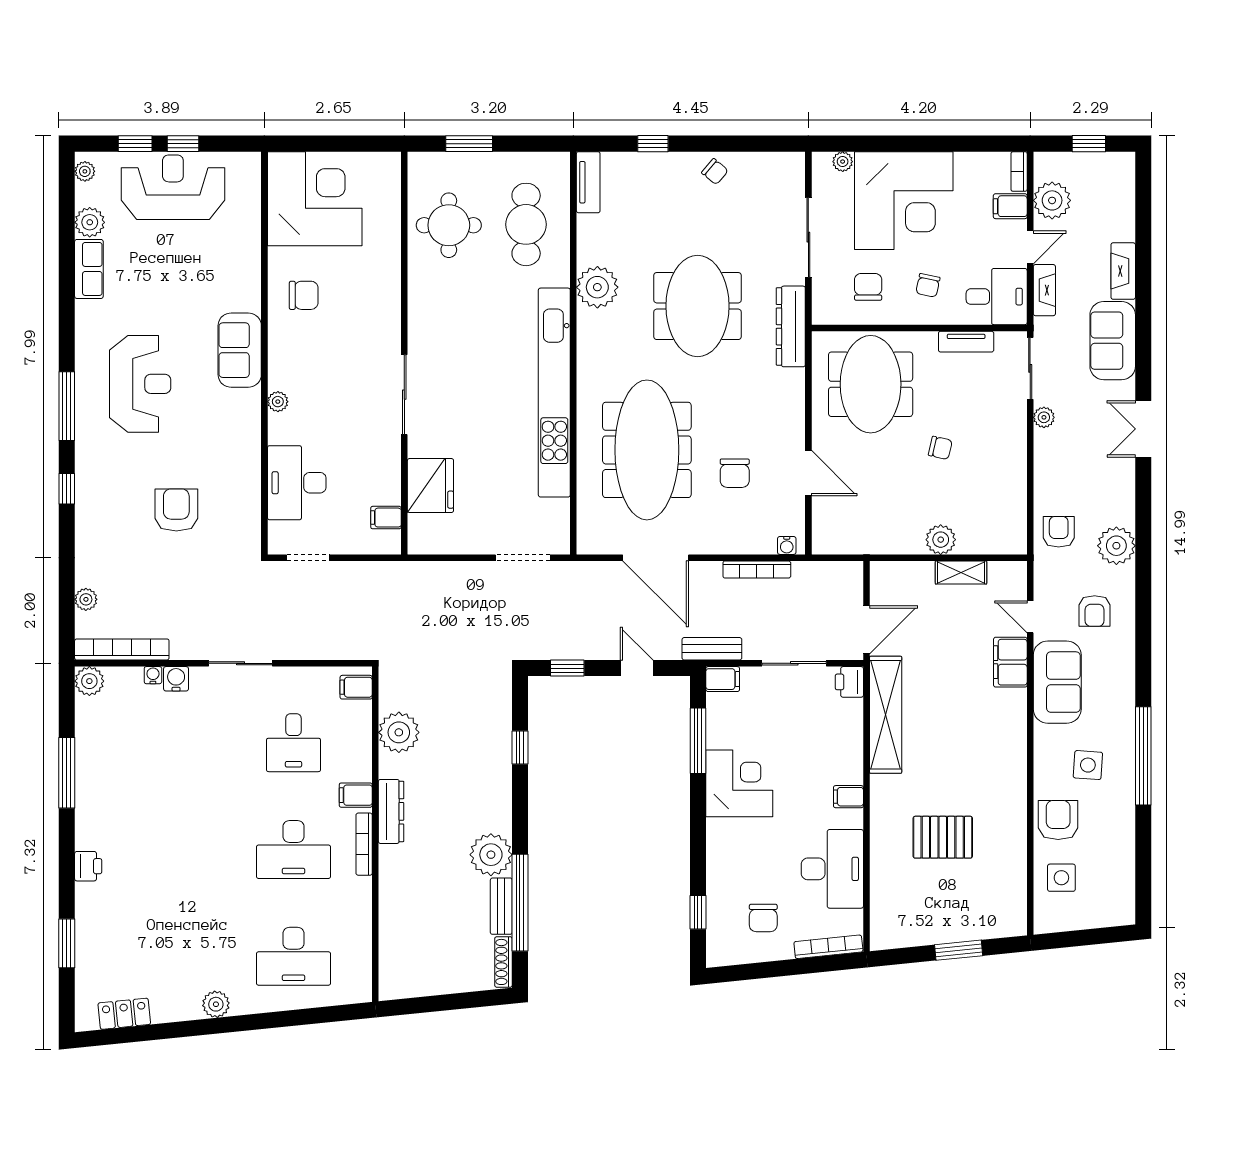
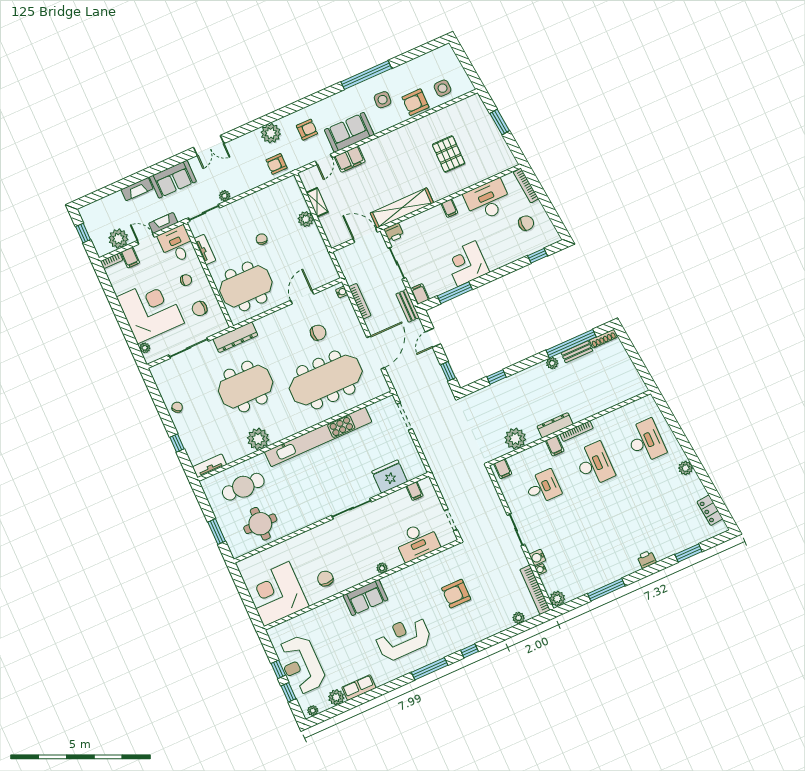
plant: (491, 855) -> (552, 363), width x0.53, depth x0.53

